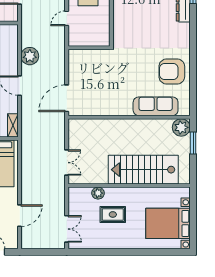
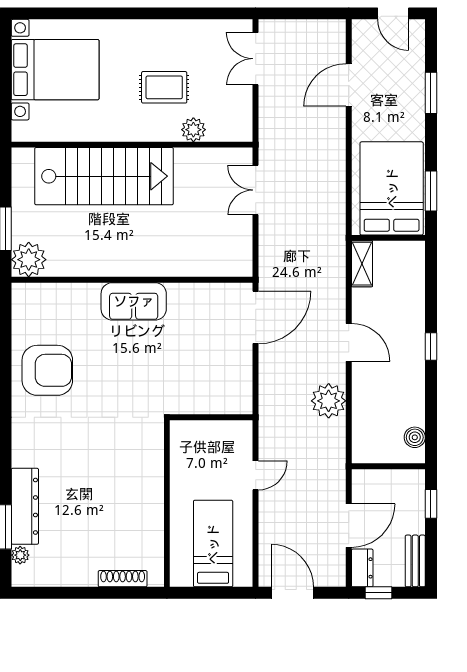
sofa: (156, 106) -> (134, 301), moved, width x0.73

